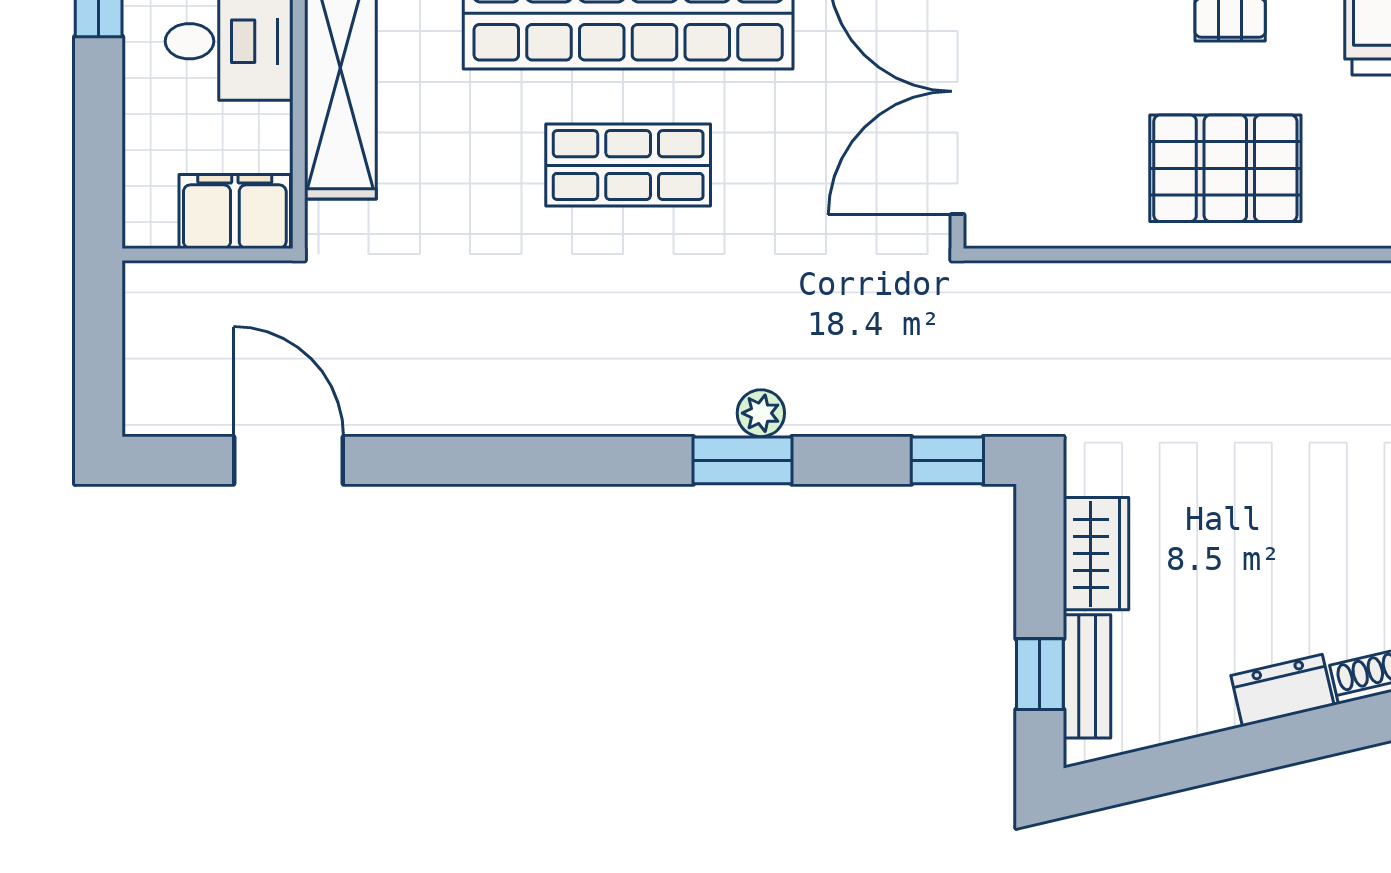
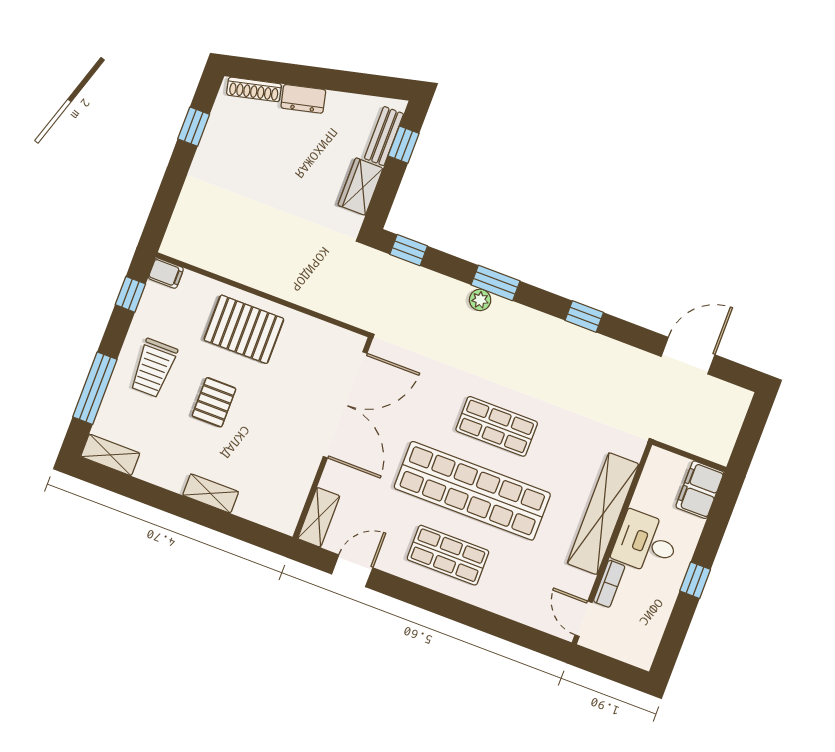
filing cabinet: (235, 211) -> (700, 490), moved, turned 90
door: (289, 460) -> (688, 356), swing flipped
window: (533, 460) -> (584, 316), added

